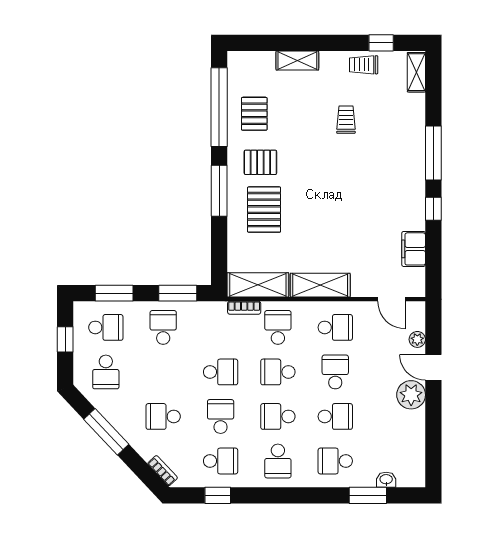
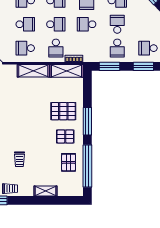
pallet: (264, 210) -> (63, 111), turned 90
school desk: (106, 372) -> (117, 24), moved
school desk: (335, 372) -> (25, 24), turned -90

